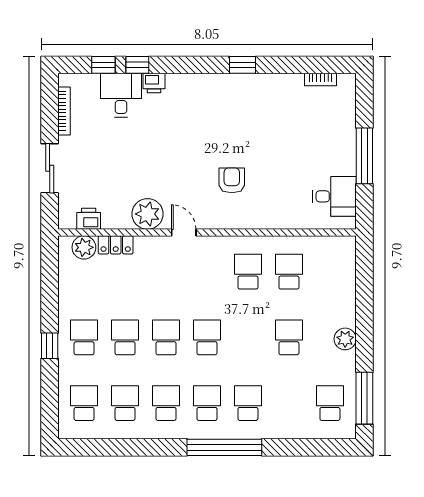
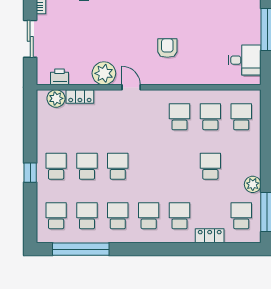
school desk: (207, 337) -> (241, 117), moved
plant: (345, 339) -> (253, 184), moved
locker: (288, 430) -> (210, 236), added
window: (224, 447) -> (81, 249), moved

